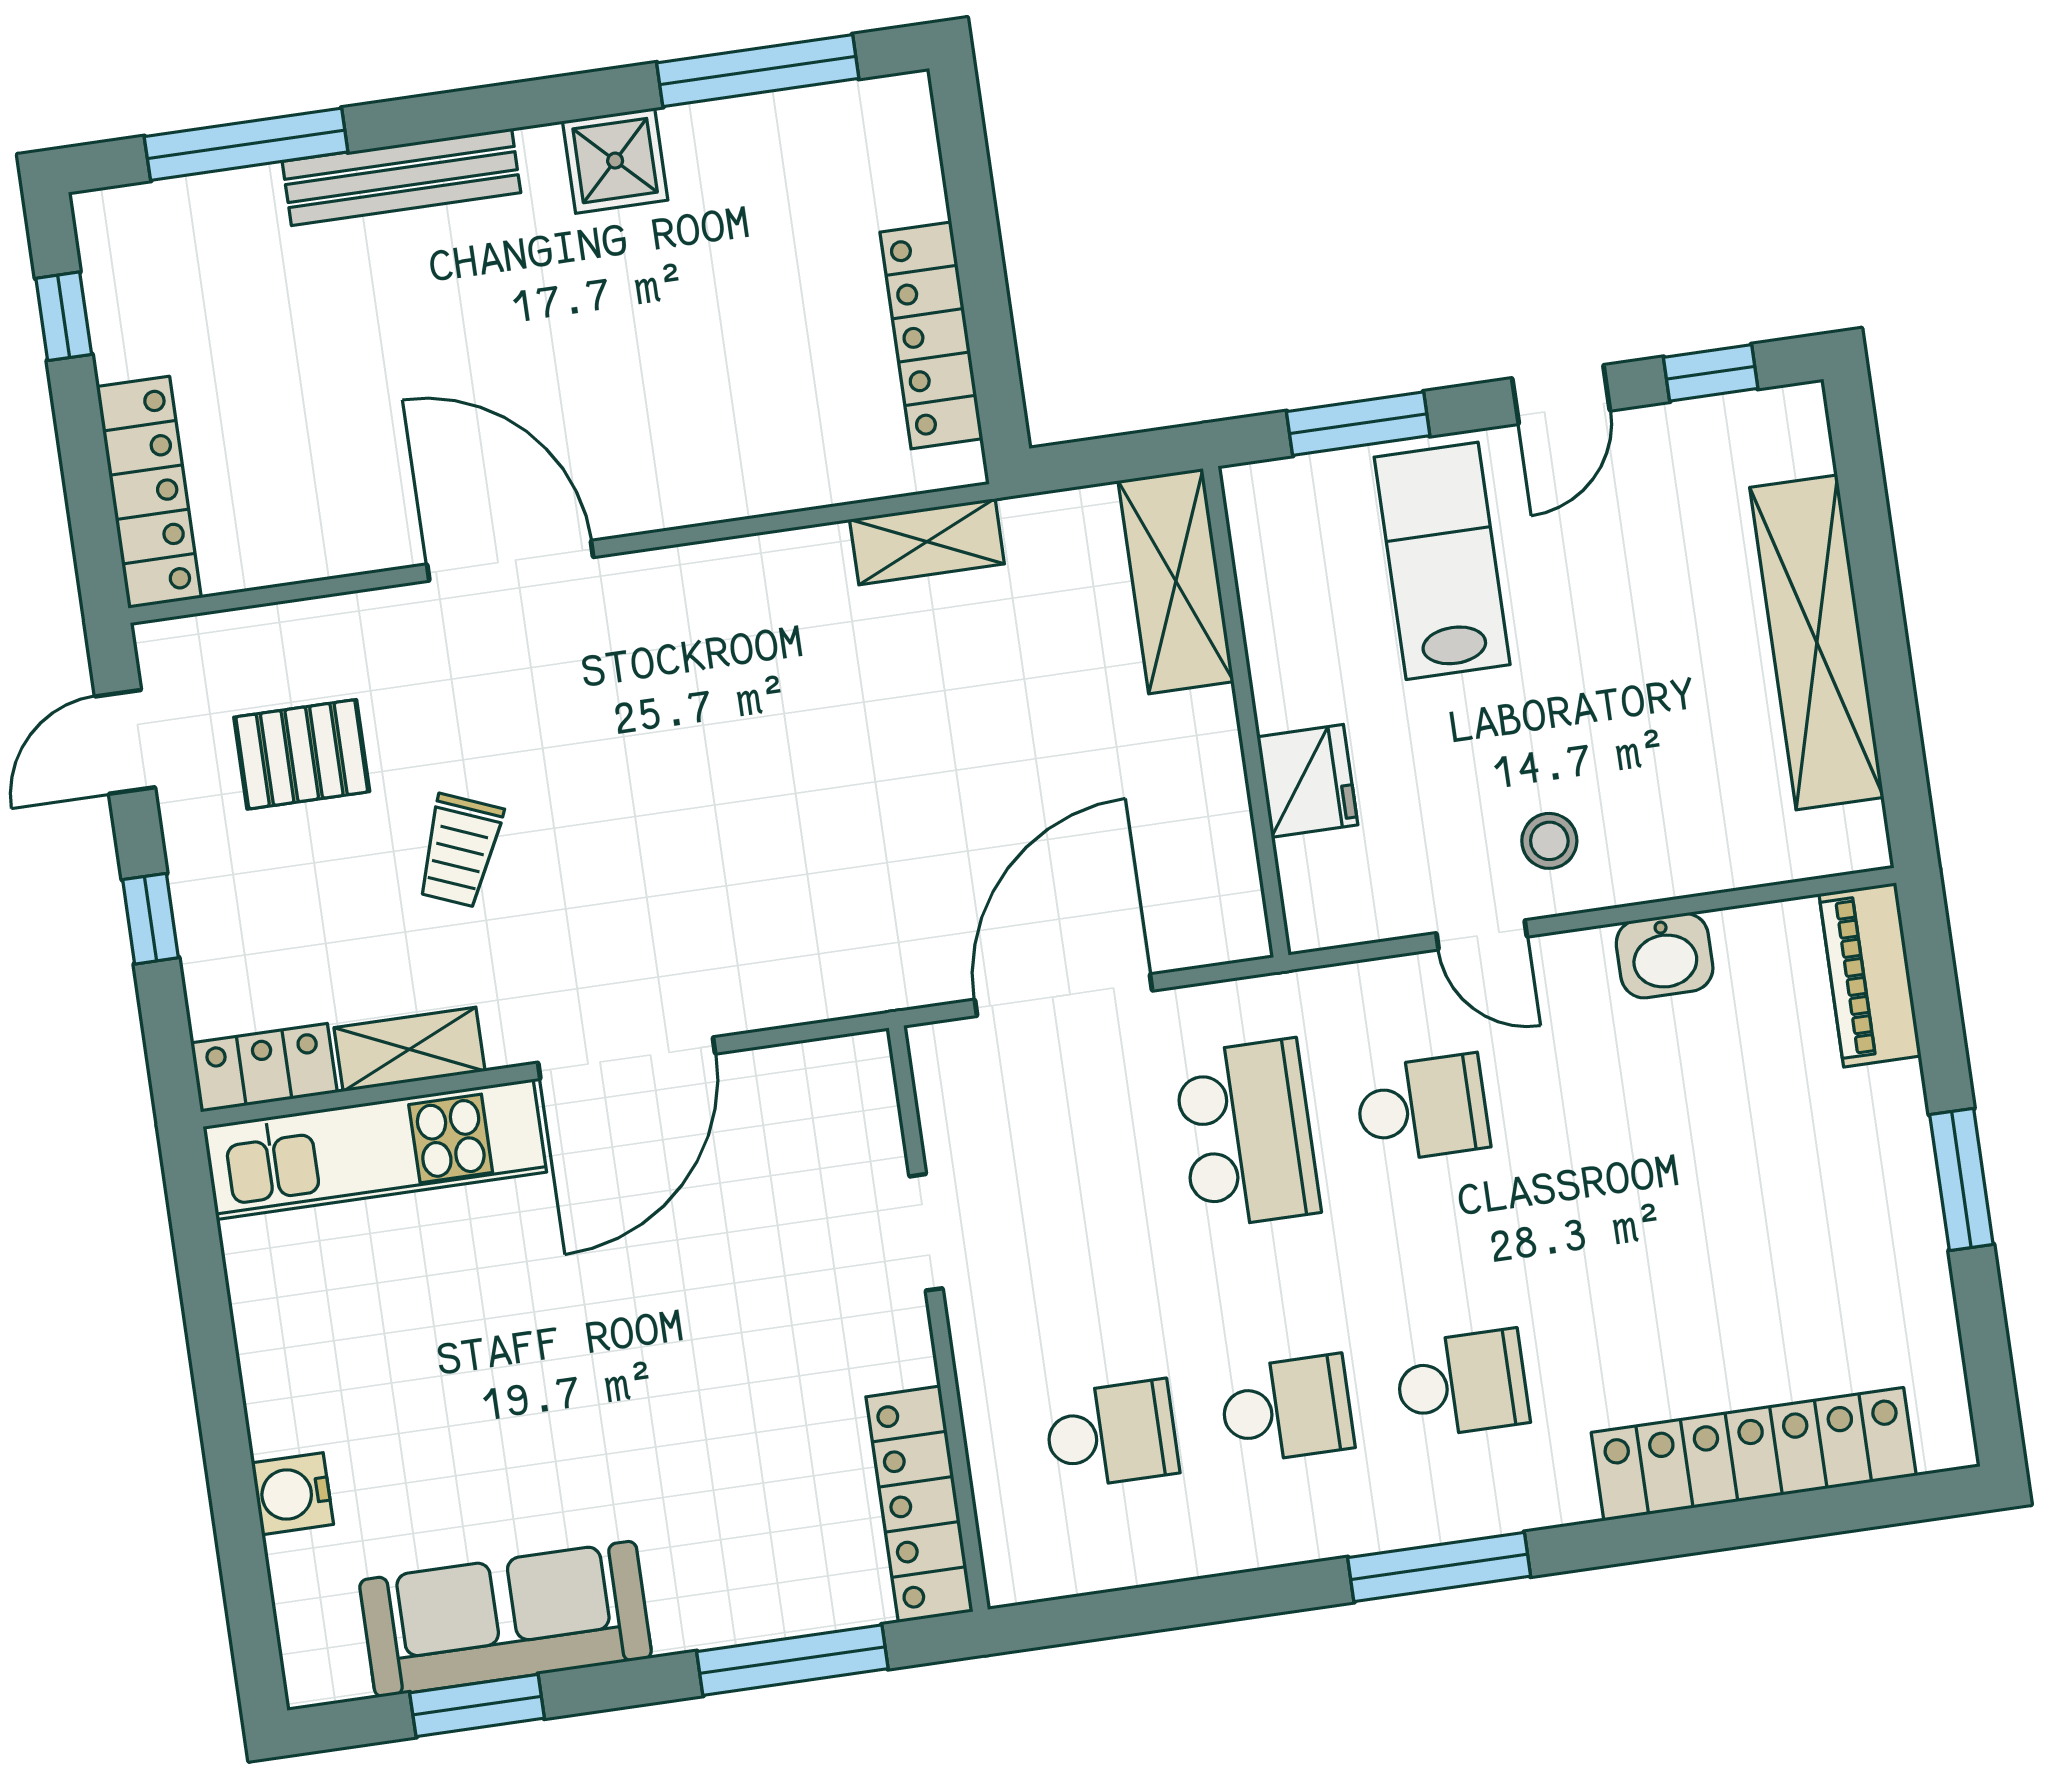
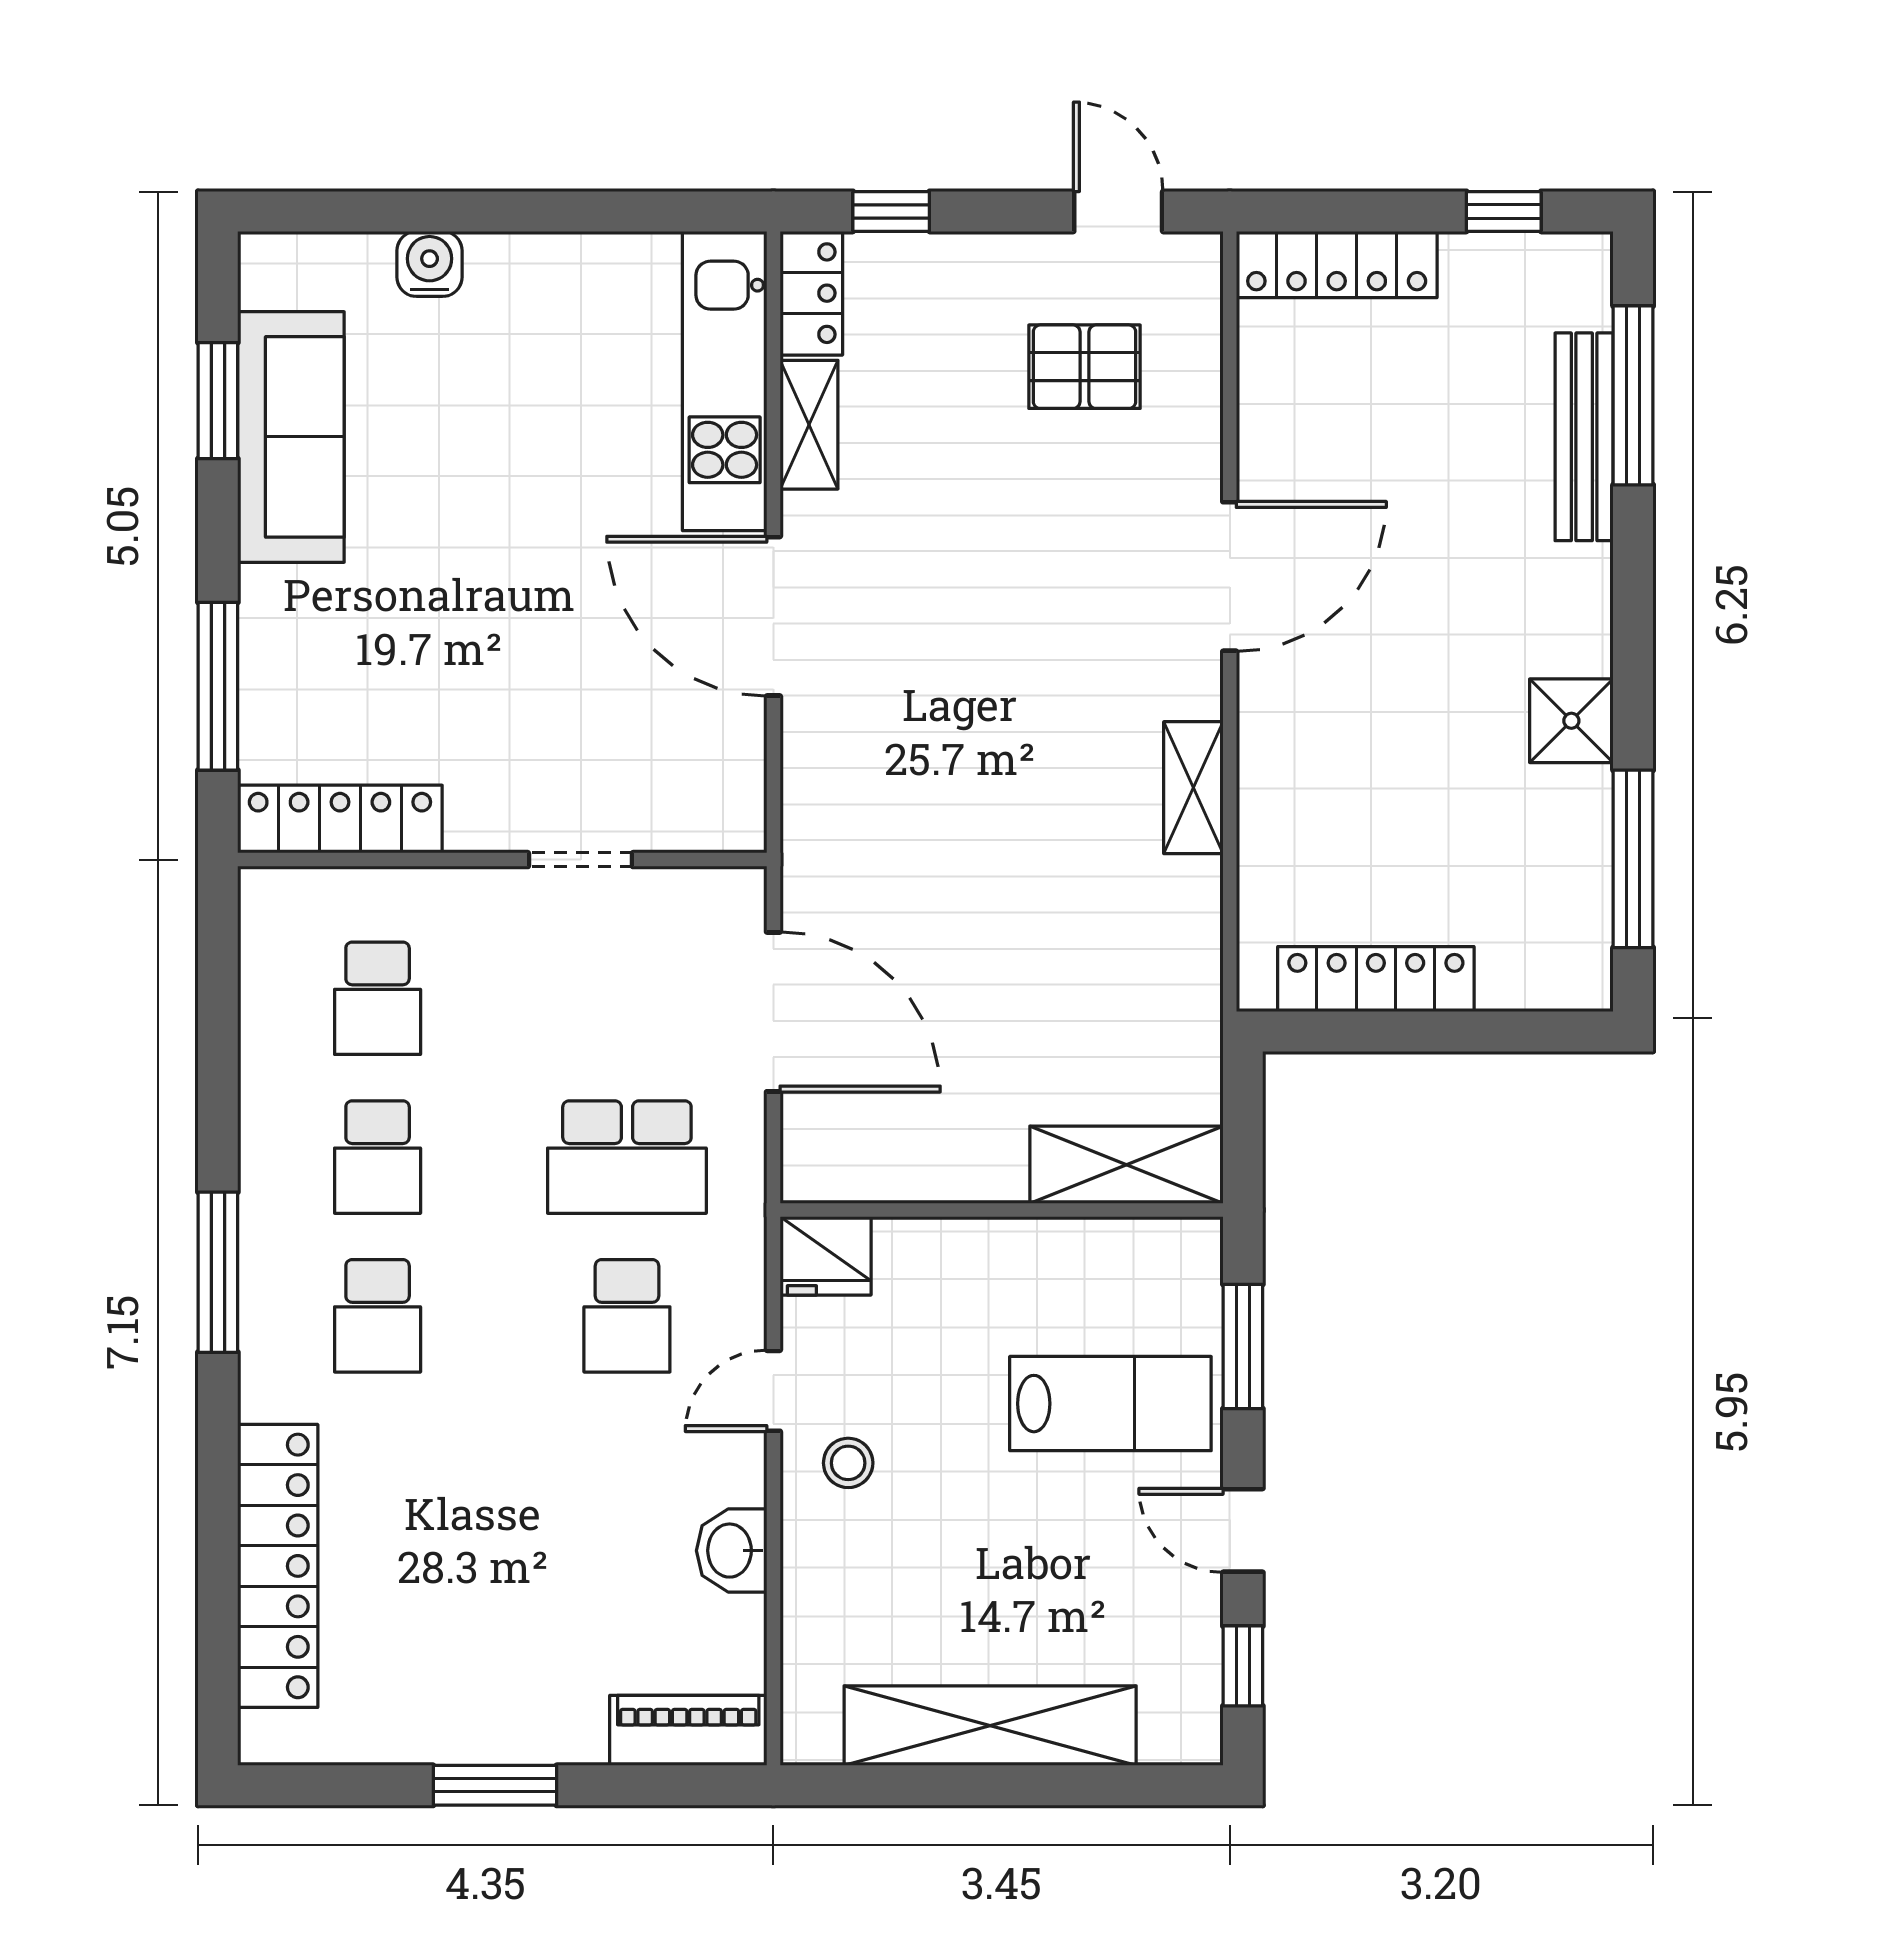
bench: (401, 177) -> (1584, 437), moved
shelving: (927, 542) -> (1193, 788), moved
pallet: (302, 754) -> (1085, 367), turned 90
fridge: (1307, 781) -> (826, 1256), moved
trolley: (460, 851) -> (979, 495), removed
window: (150, 919) -> (891, 211), moved

